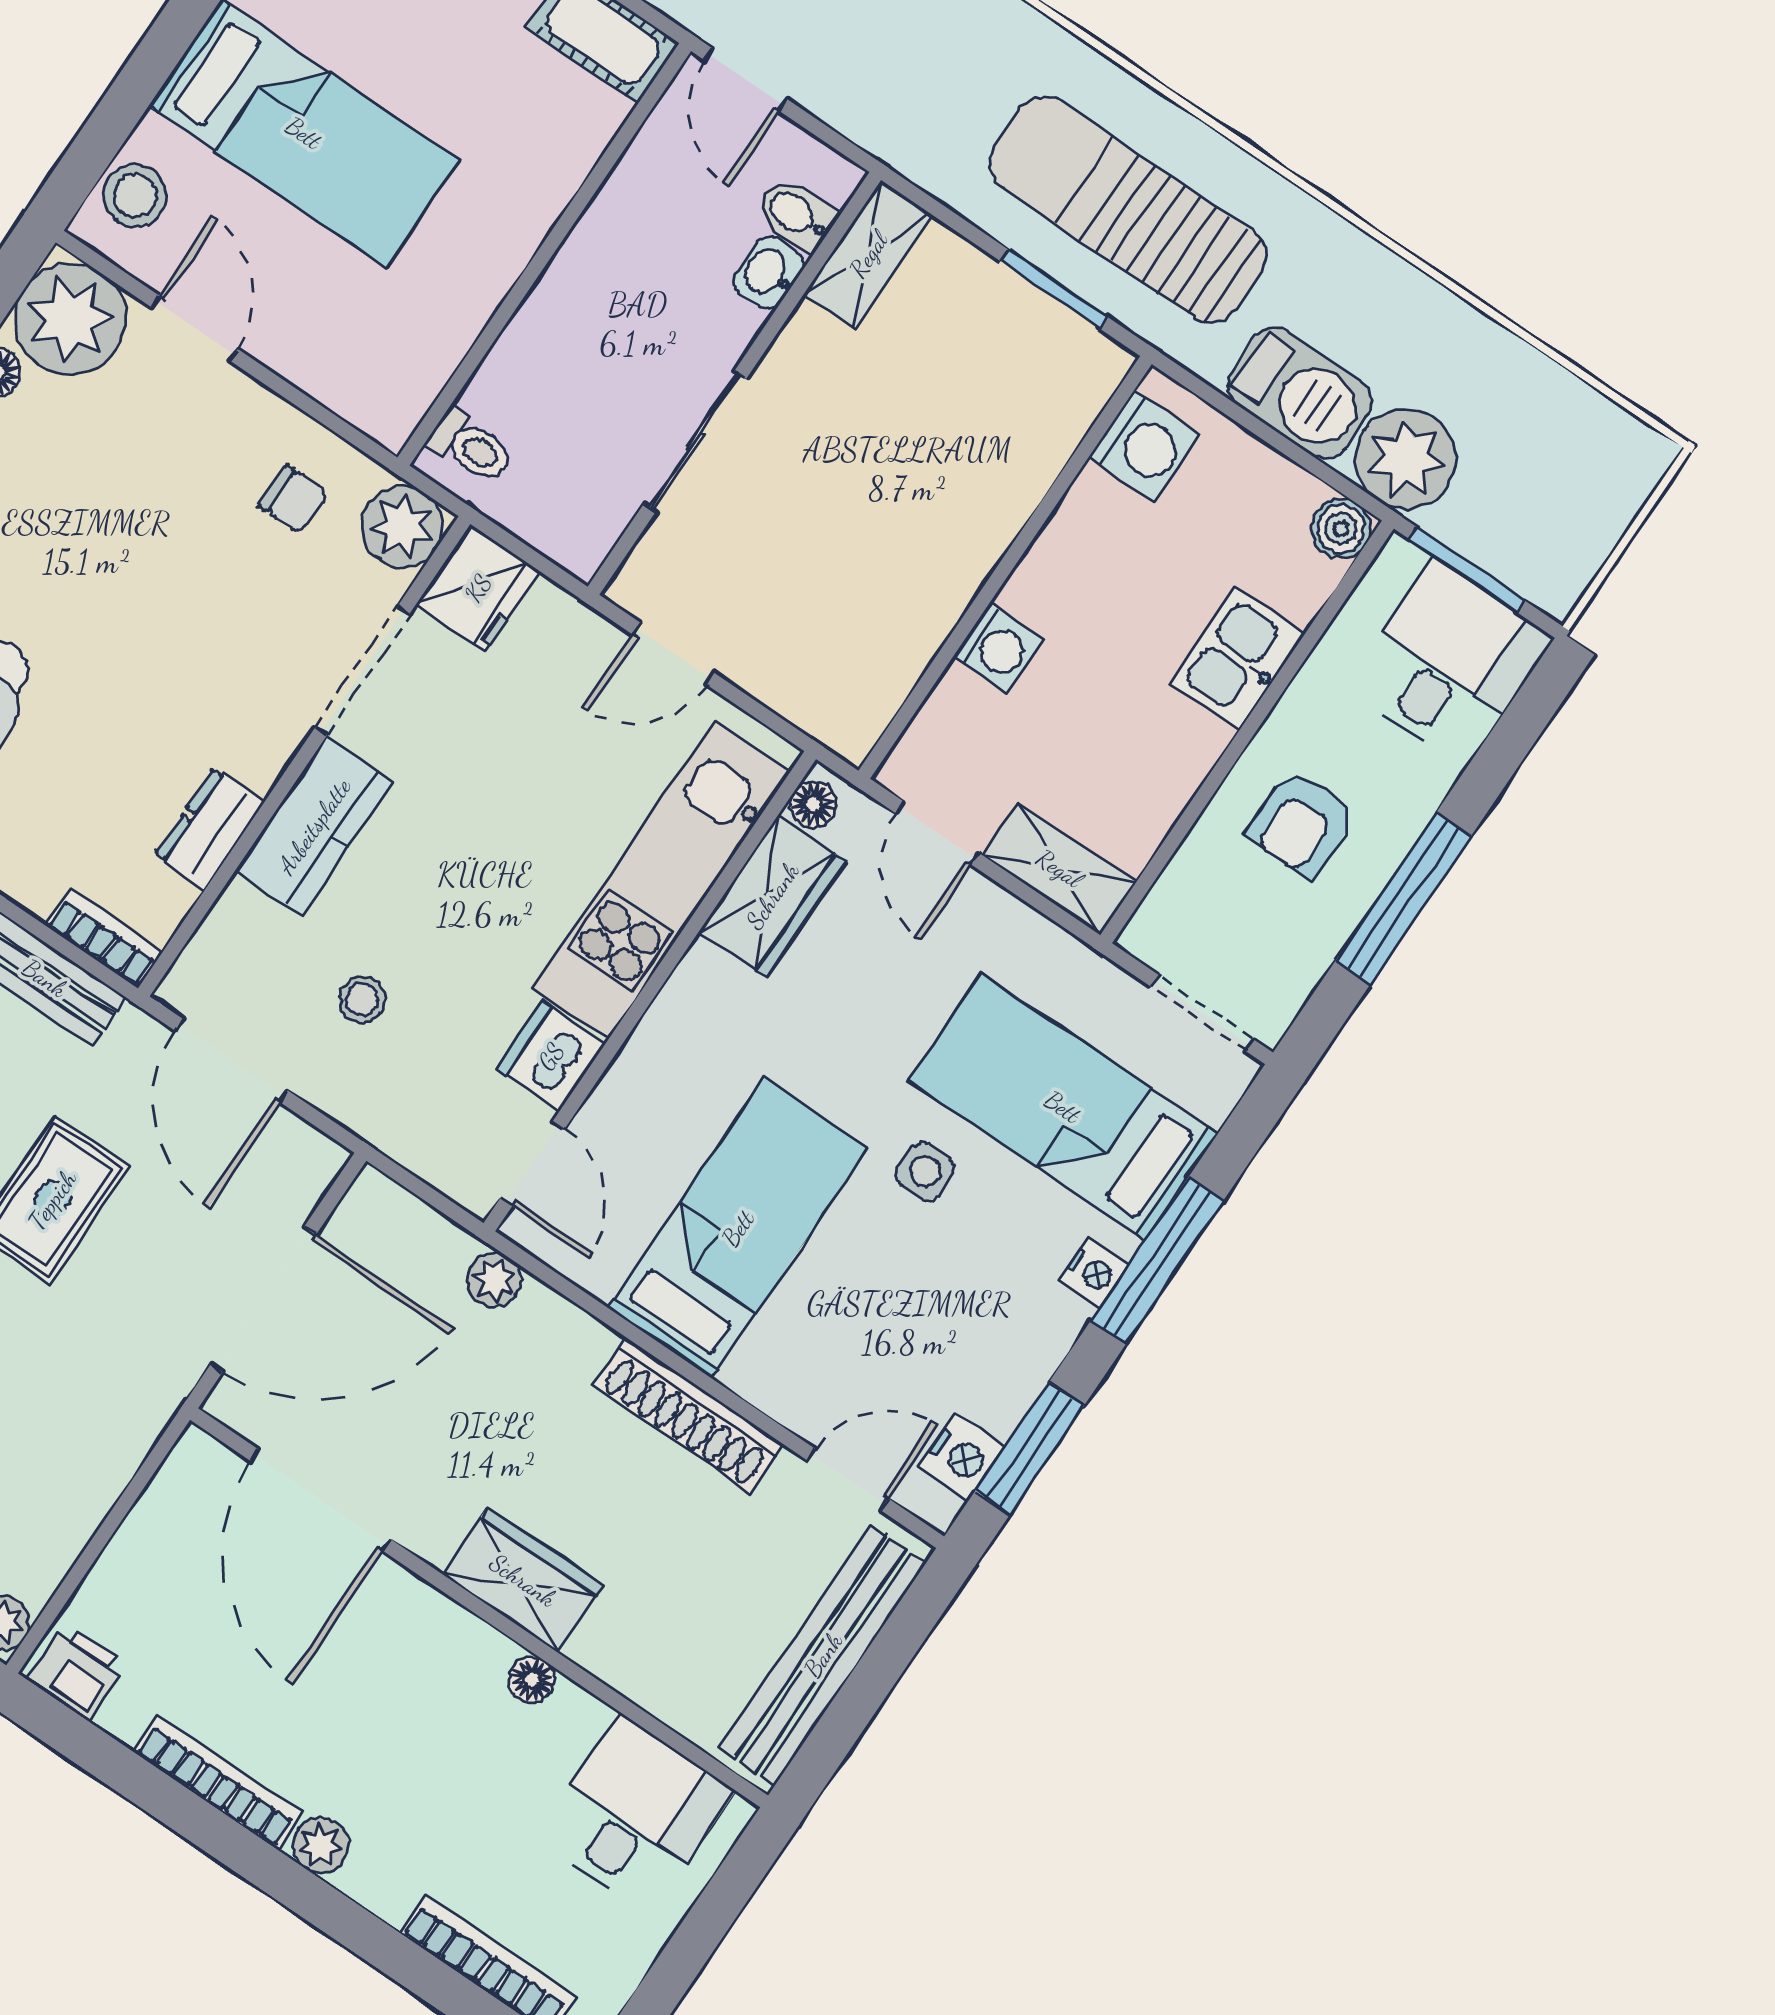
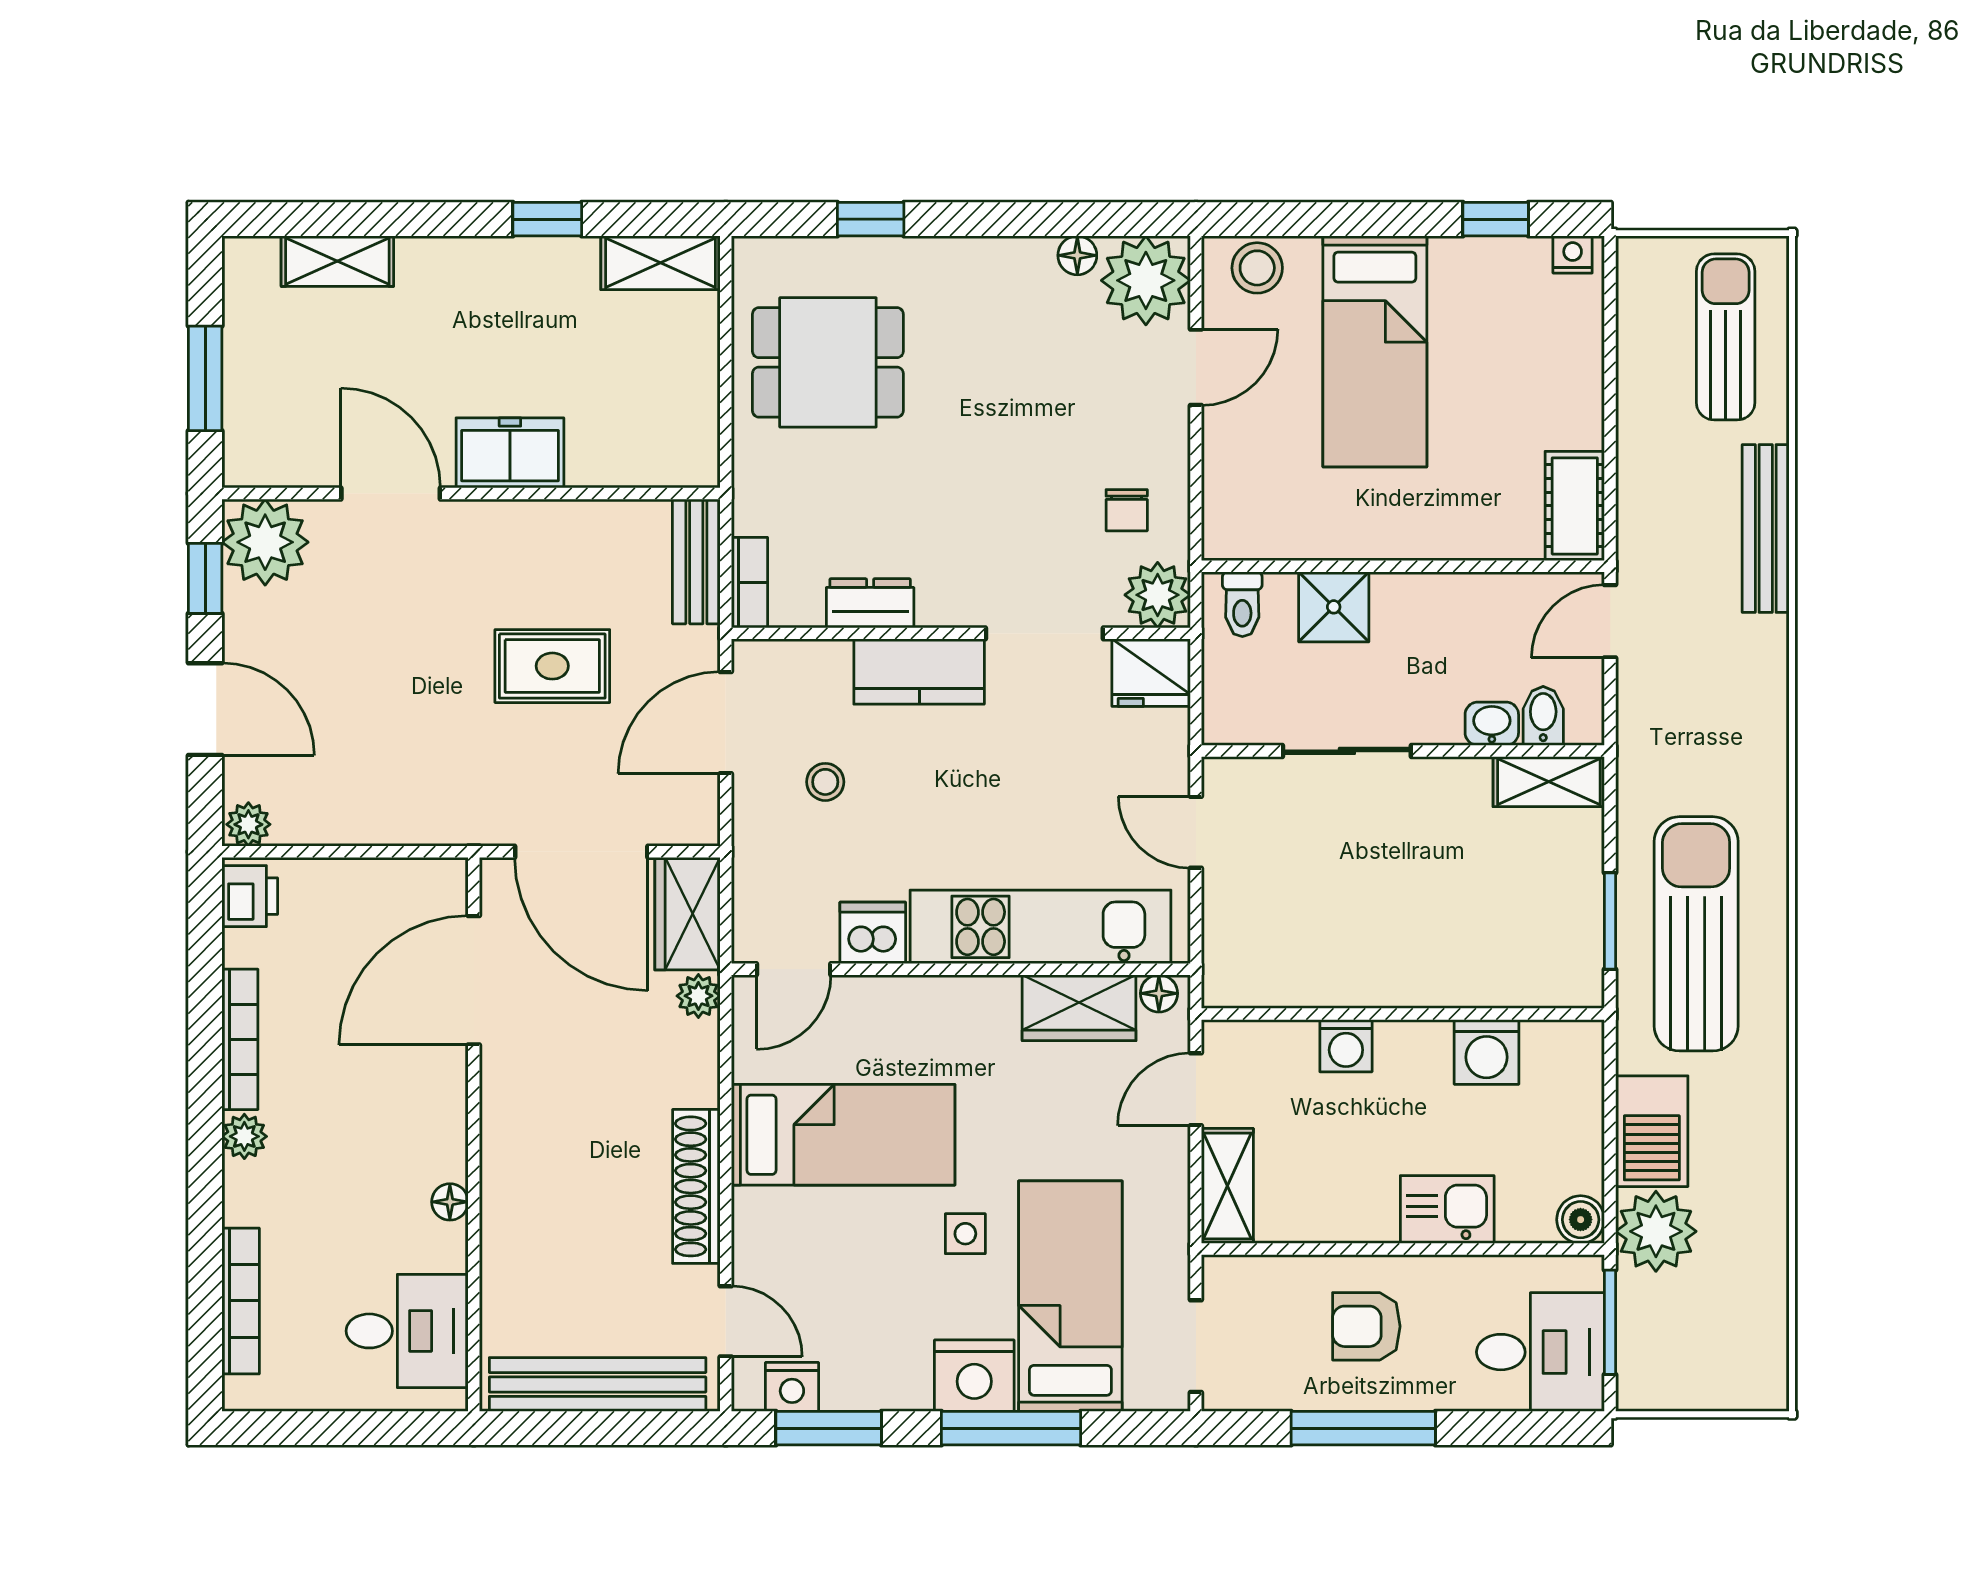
shower: (538, 354) -> (1334, 607), added
washing machine: (1145, 446) -> (1487, 1052), moved
nightstand: (1094, 1273) -> (974, 1376), width x1.89, depth x1.79
wardrobe: (523, 1580) -> (687, 914), moved, turned 180

